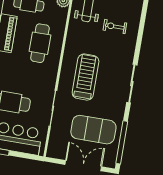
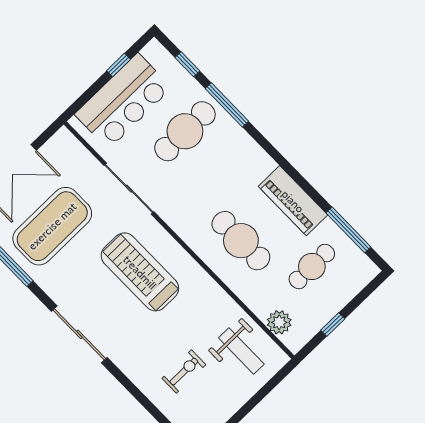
treadmill: (86, 77) -> (140, 272), turned 180

